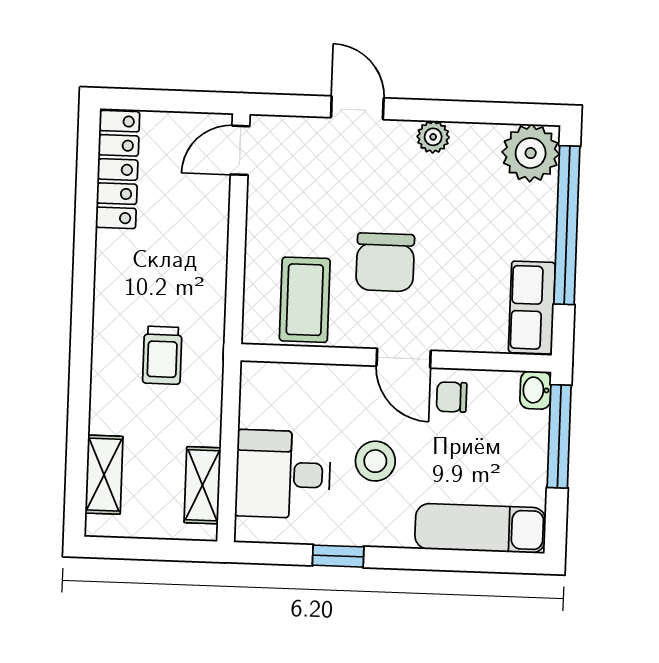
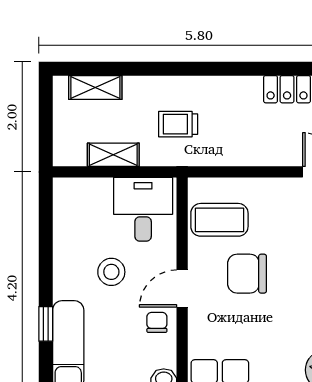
desk: (283, 474) -> (143, 209), moved
shelving: (202, 485) -> (113, 155), moved
window: (338, 556) -> (46, 324), moved

